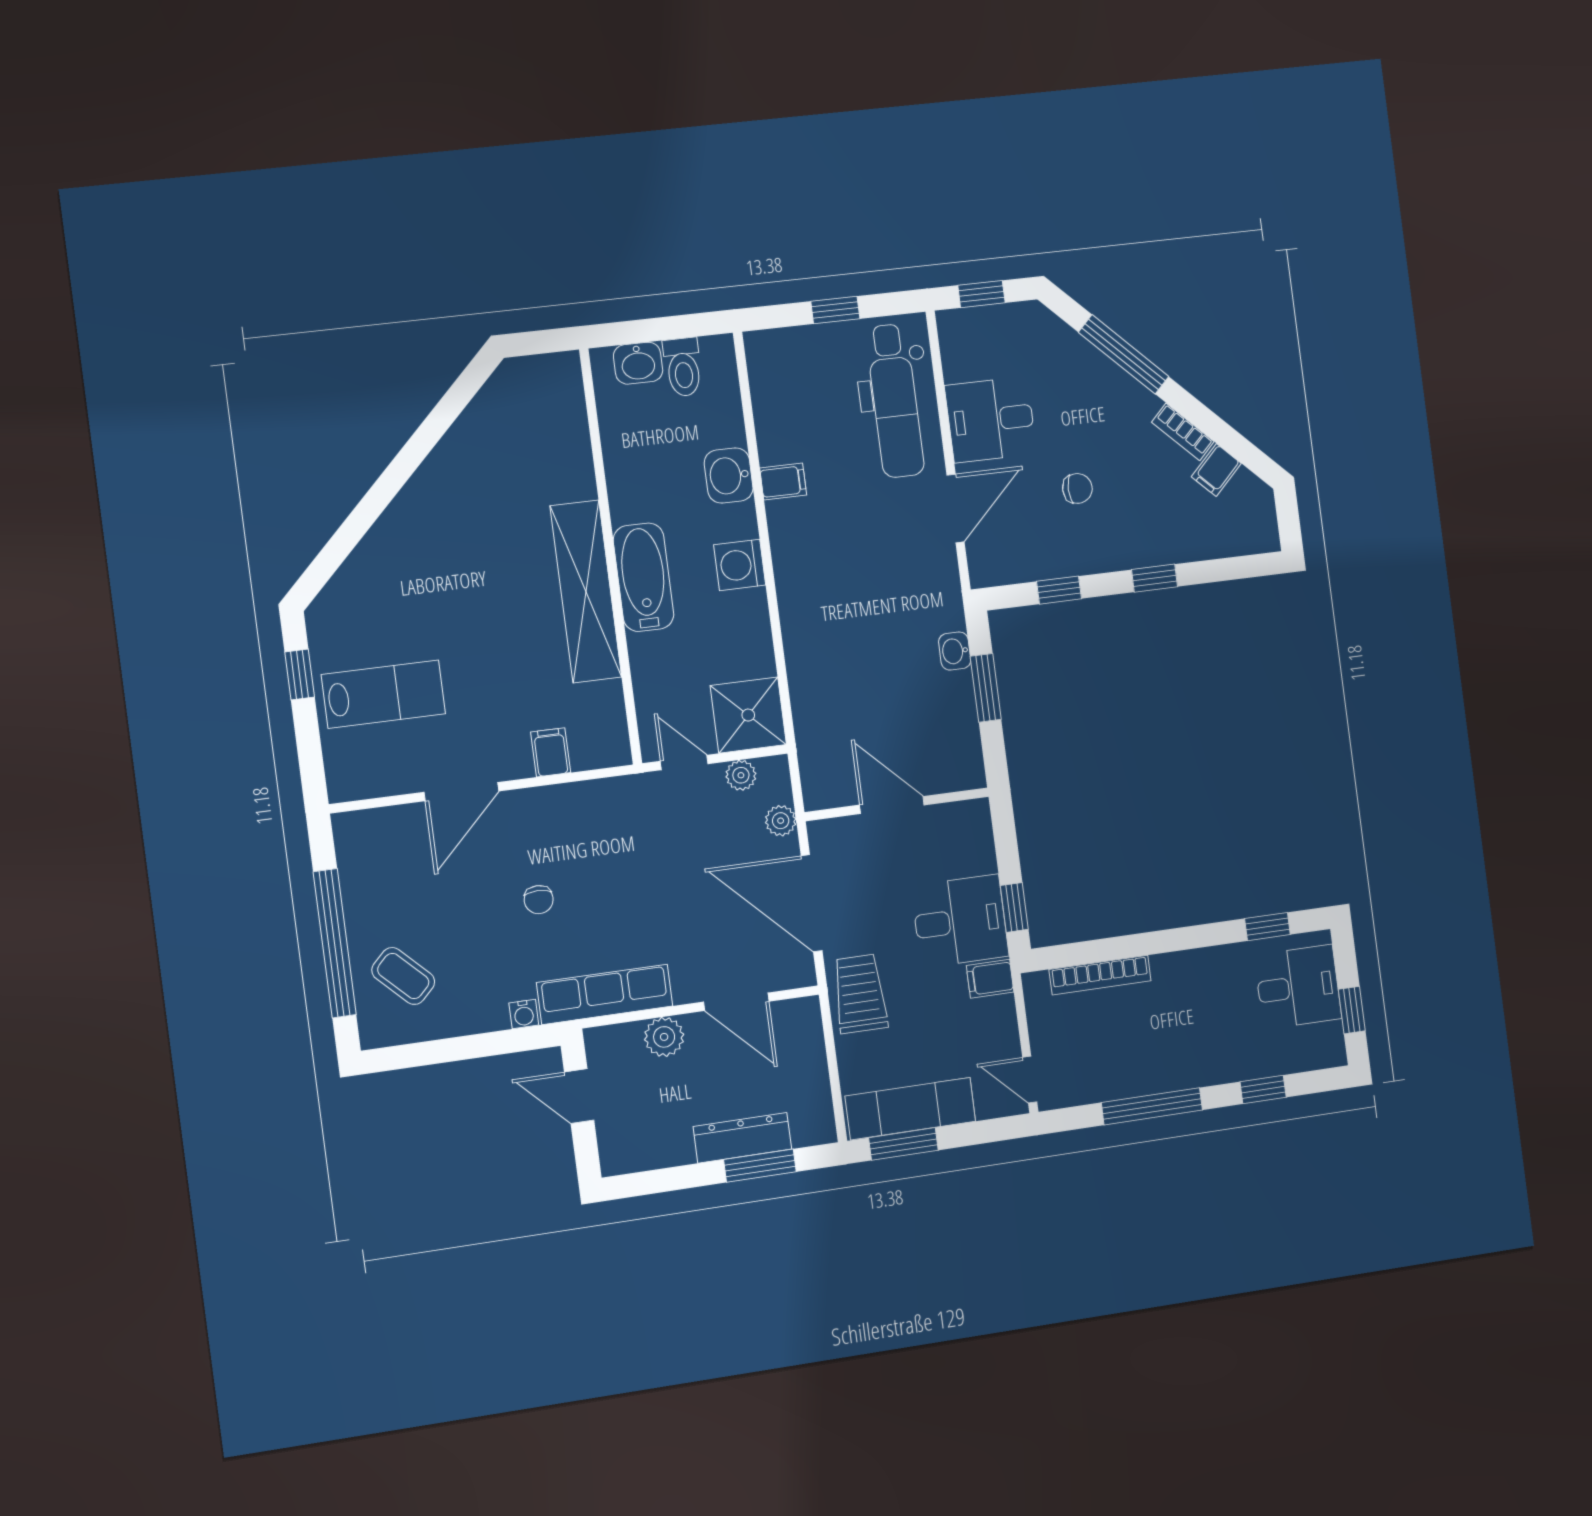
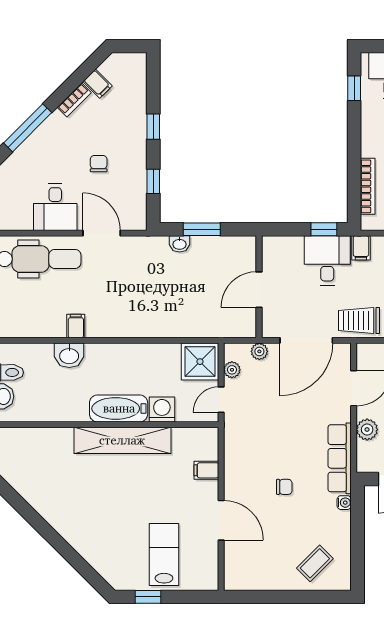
washing machine: (740, 565) -> (162, 409), moved, turned 180
window: (335, 943) -> (292, 597), removed

